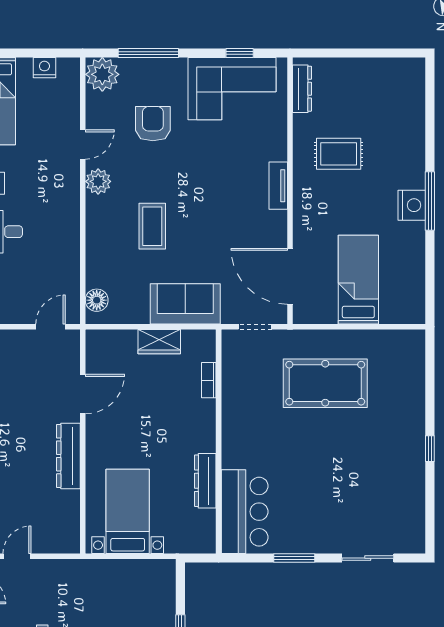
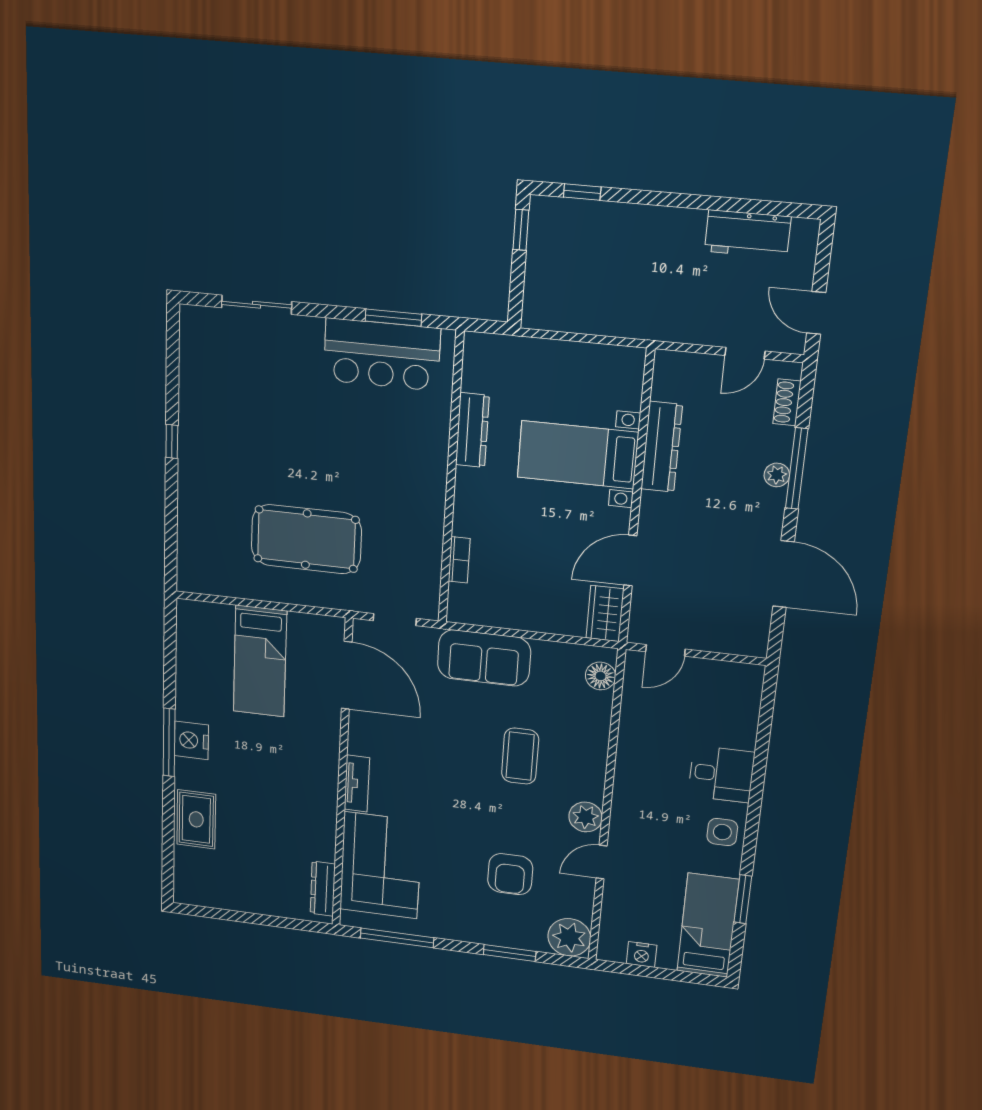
window: (148, 53) -> (510, 953), width x0.69
window: (240, 53) -> (397, 938), width x2.17
corner sofa: (232, 89) -> (381, 865), moved, turned 90
rug: (339, 154) -> (196, 819), moved, turned 90
wardrobe: (159, 342) -> (605, 614), moved, turned -90
dresser: (68, 456) -> (662, 447), moved
bed with nightstands: (128, 511) -> (578, 455), moved, turned 90
bar counter: (245, 512) -> (382, 354), moved, turned -90
window: (294, 558) -> (393, 318), moved

